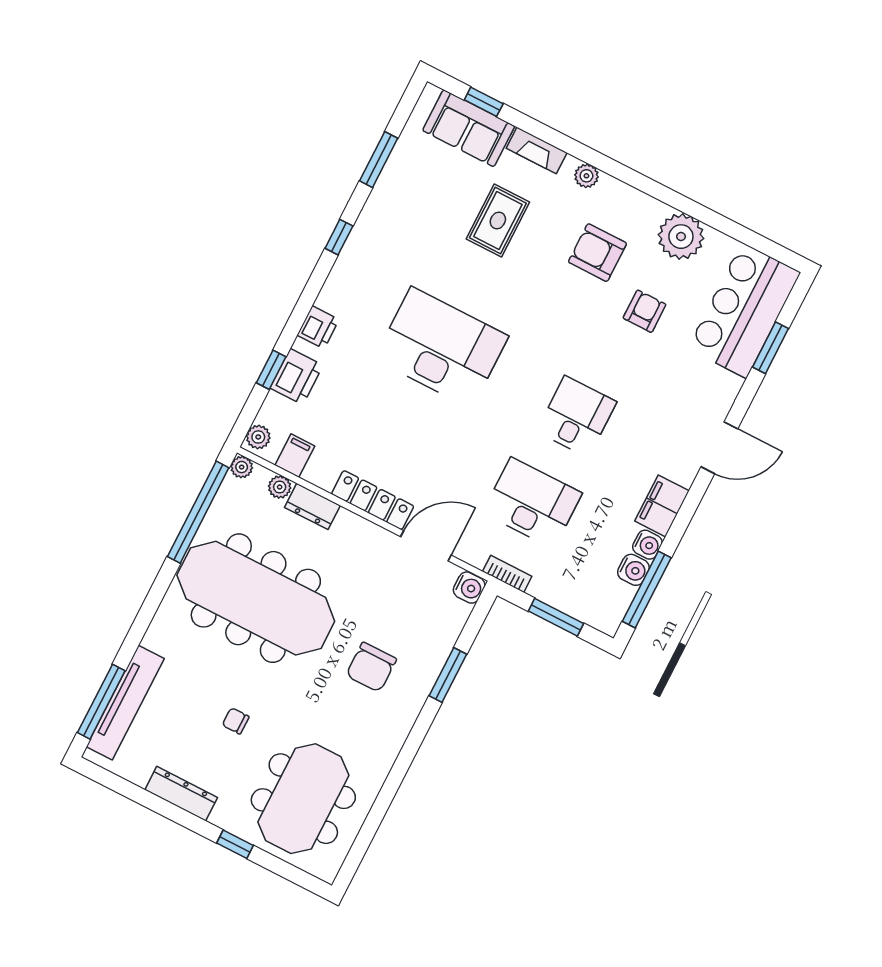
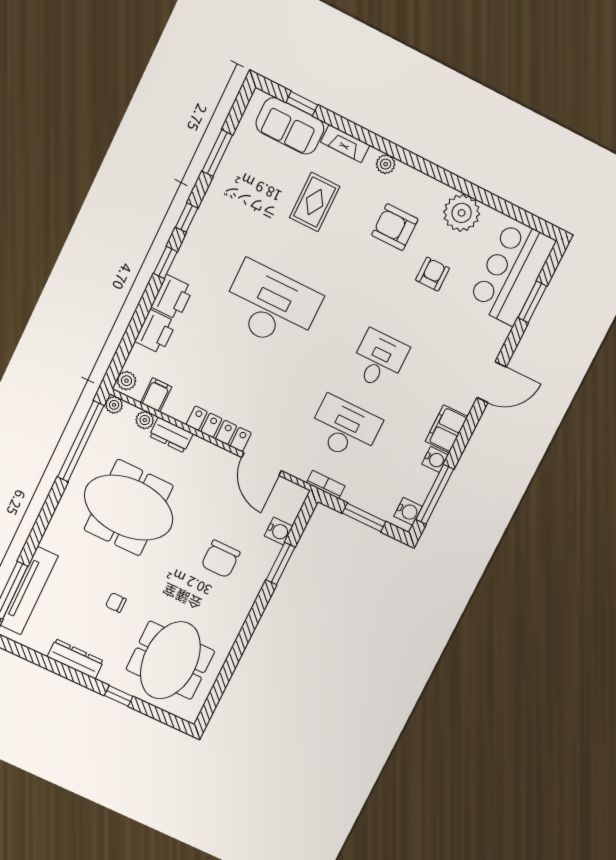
printer: (318, 327) -> (172, 297), width x1.36, depth x1.24
window: (271, 370) -> (165, 263), moved
door: (426, 546) -> (262, 464), swing flipped
water cooler: (633, 570) -> (408, 511), moved
water cooler: (469, 588) -> (279, 531), moved
meeting table: (256, 598) -> (129, 508), width x0.73

